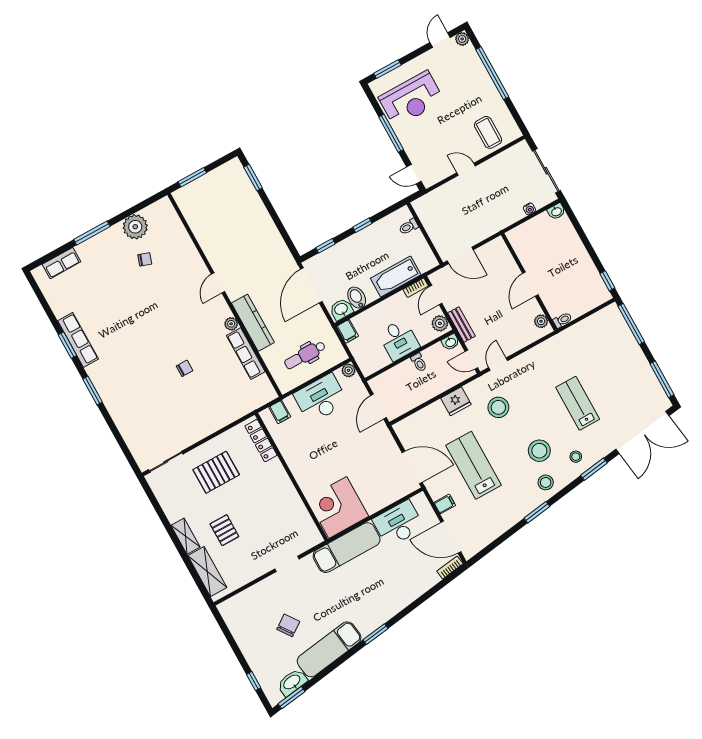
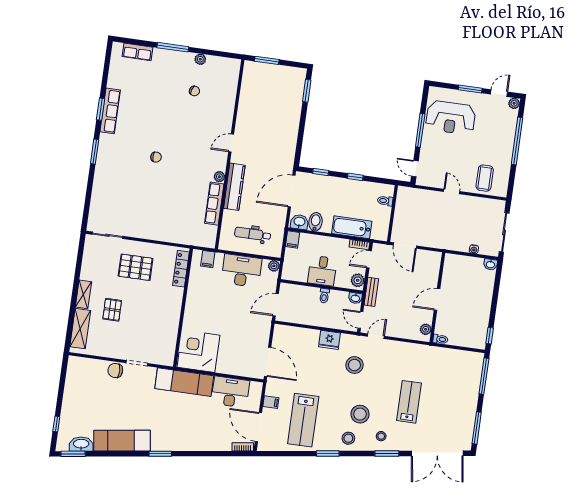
window: (387, 69) -> (470, 89), moved
plant: (135, 227) -> (200, 59), width x0.53, depth x0.53
chair: (184, 368) -> (156, 157), moved
lab bench: (474, 465) -> (303, 420), moved, turned 180
chair: (288, 625) -> (115, 370), moved, turned -145

